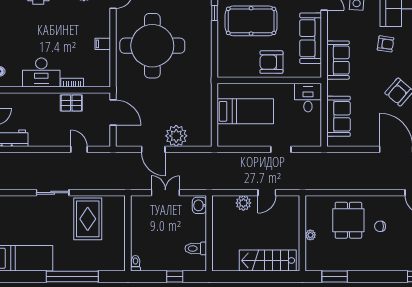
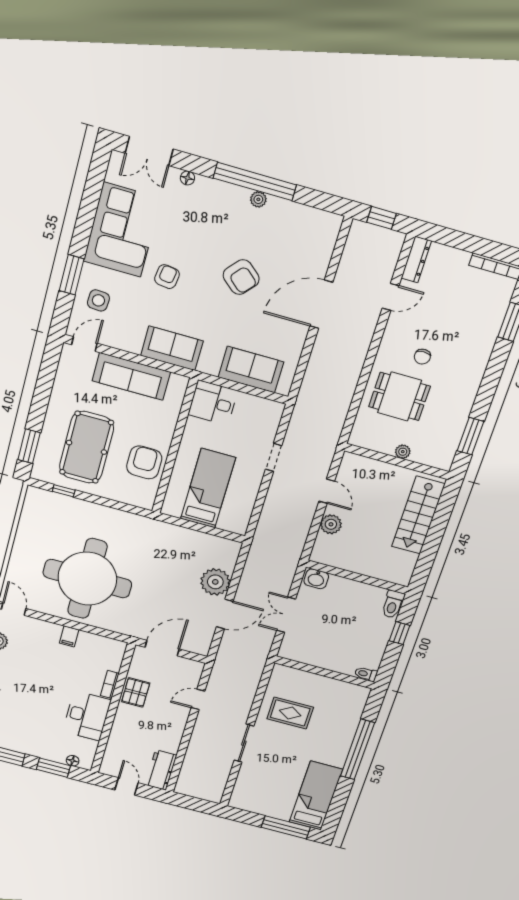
armchair: (271, 62) -> (144, 462), moved, turned 180
rug: (88, 219) -> (290, 713), width x0.73, depth x0.70
toilet: (196, 248) -> (393, 604), moved

